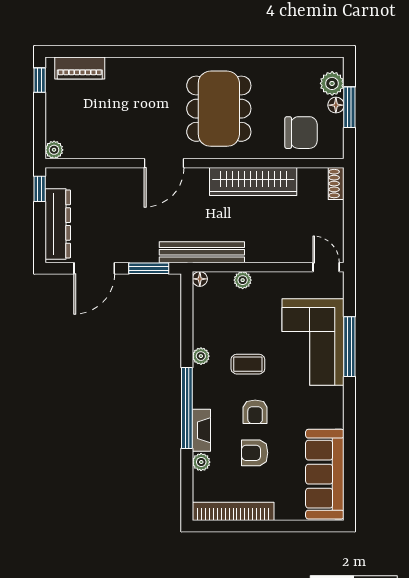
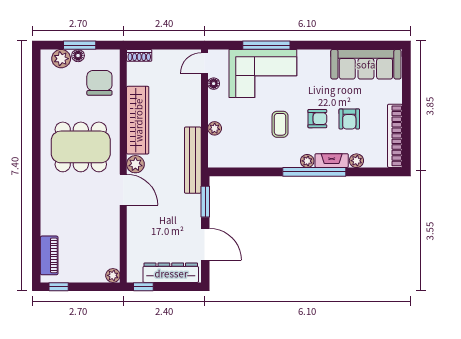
plant: (197, 179) -> (135, 164), added
floor lamp: (200, 279) -> (214, 84), moved
plant: (201, 356) -> (307, 161), moved

